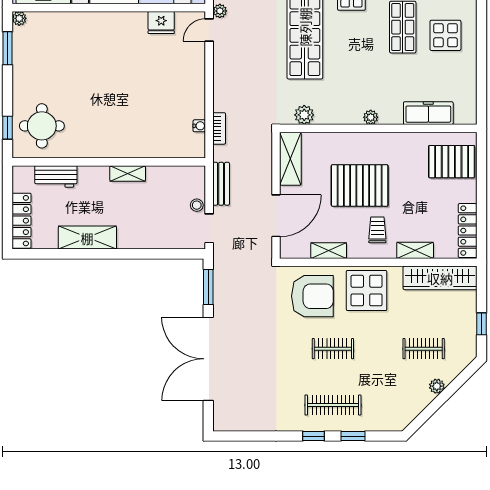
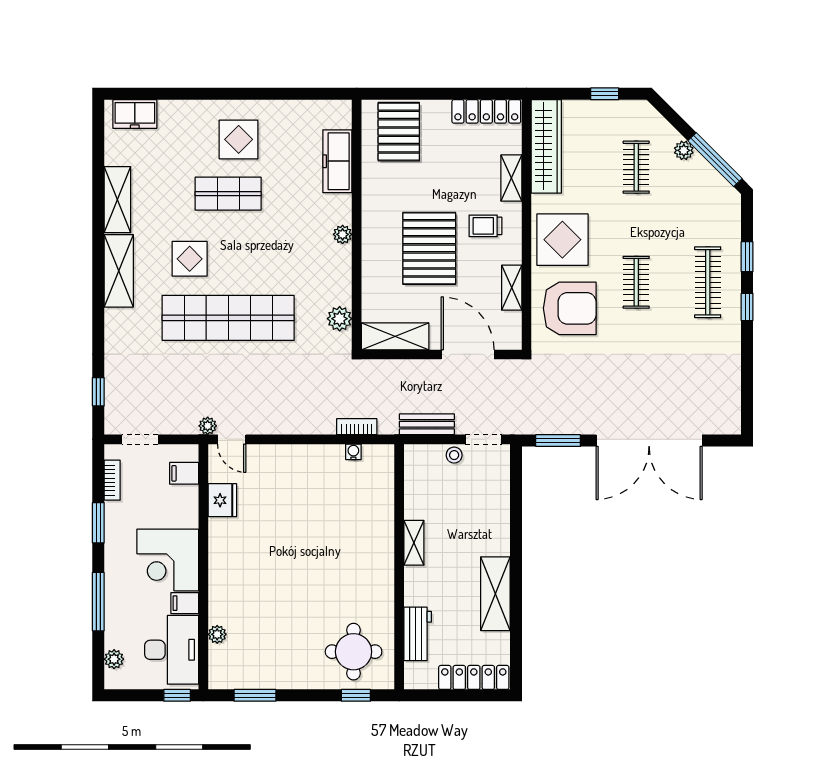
plant: (19, 18) -> (217, 634), moved
armchair: (312, 296) -> (570, 308), turned 90
window: (430, 411) -> (715, 160), added

